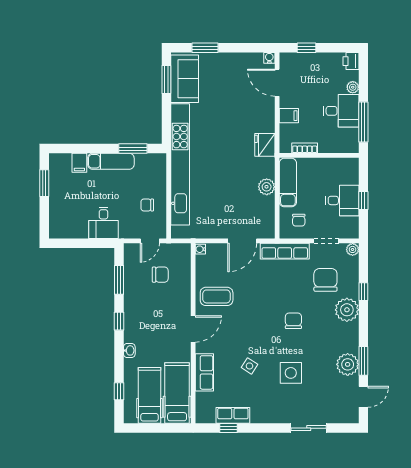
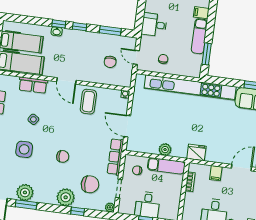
window: (119, 391) -> (59, 24), moved

